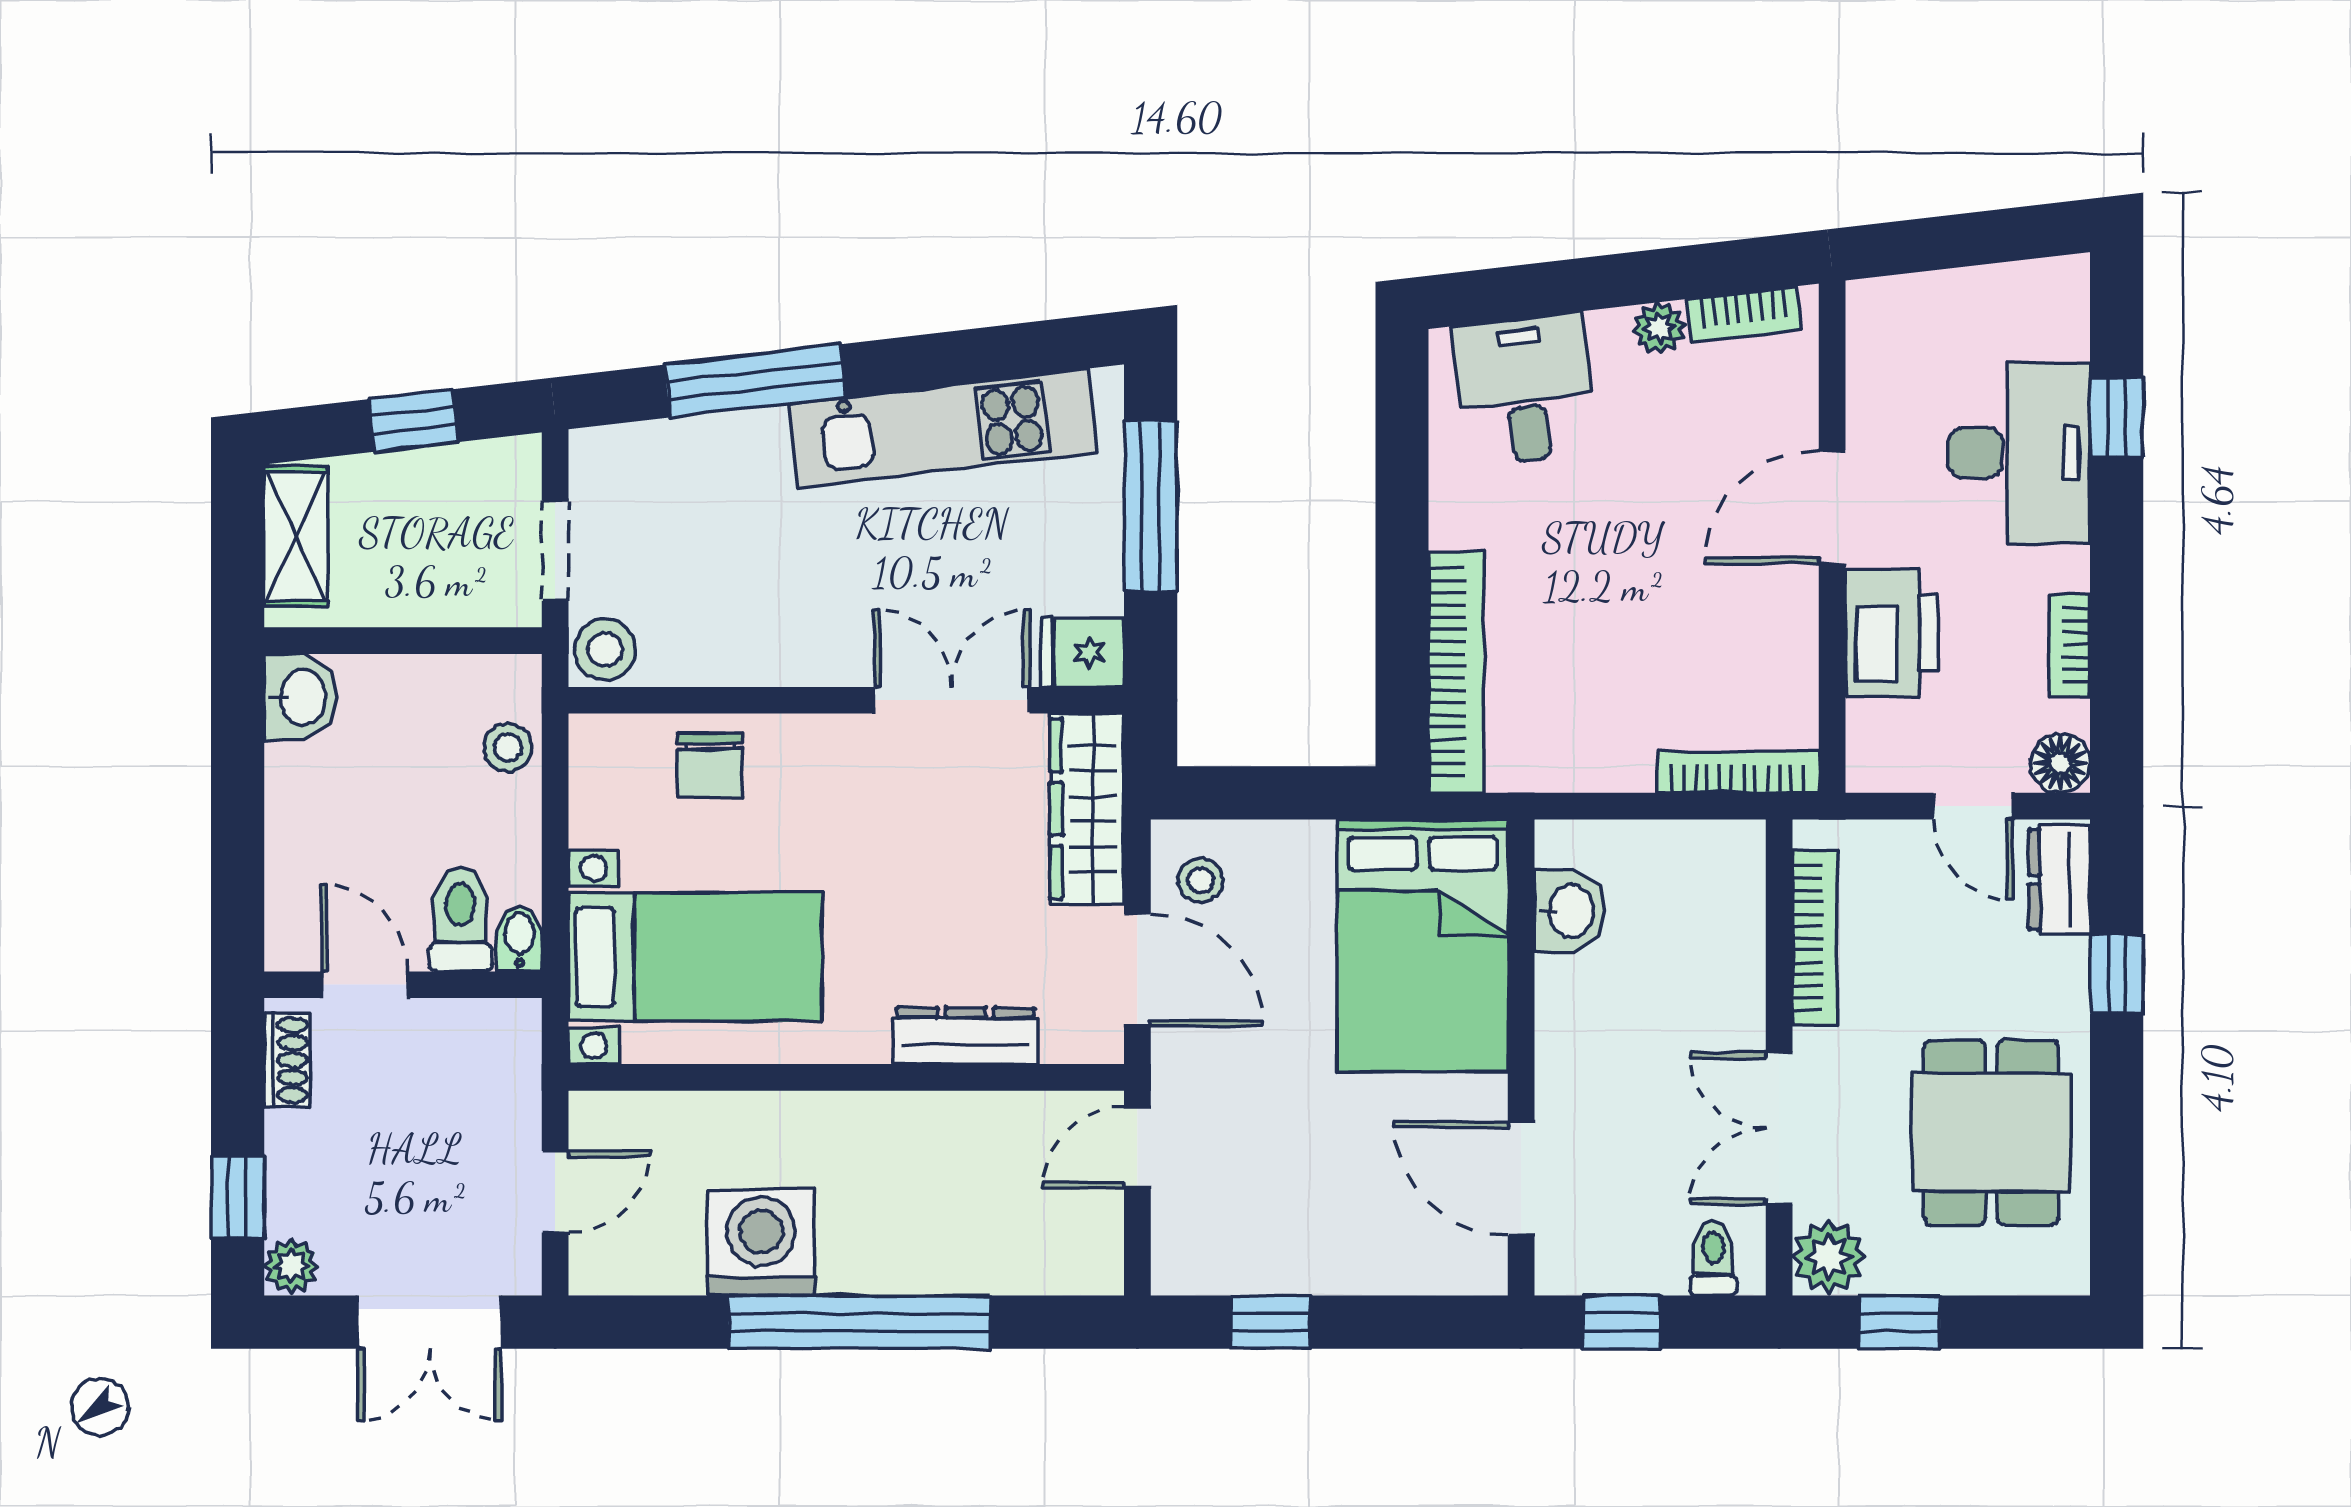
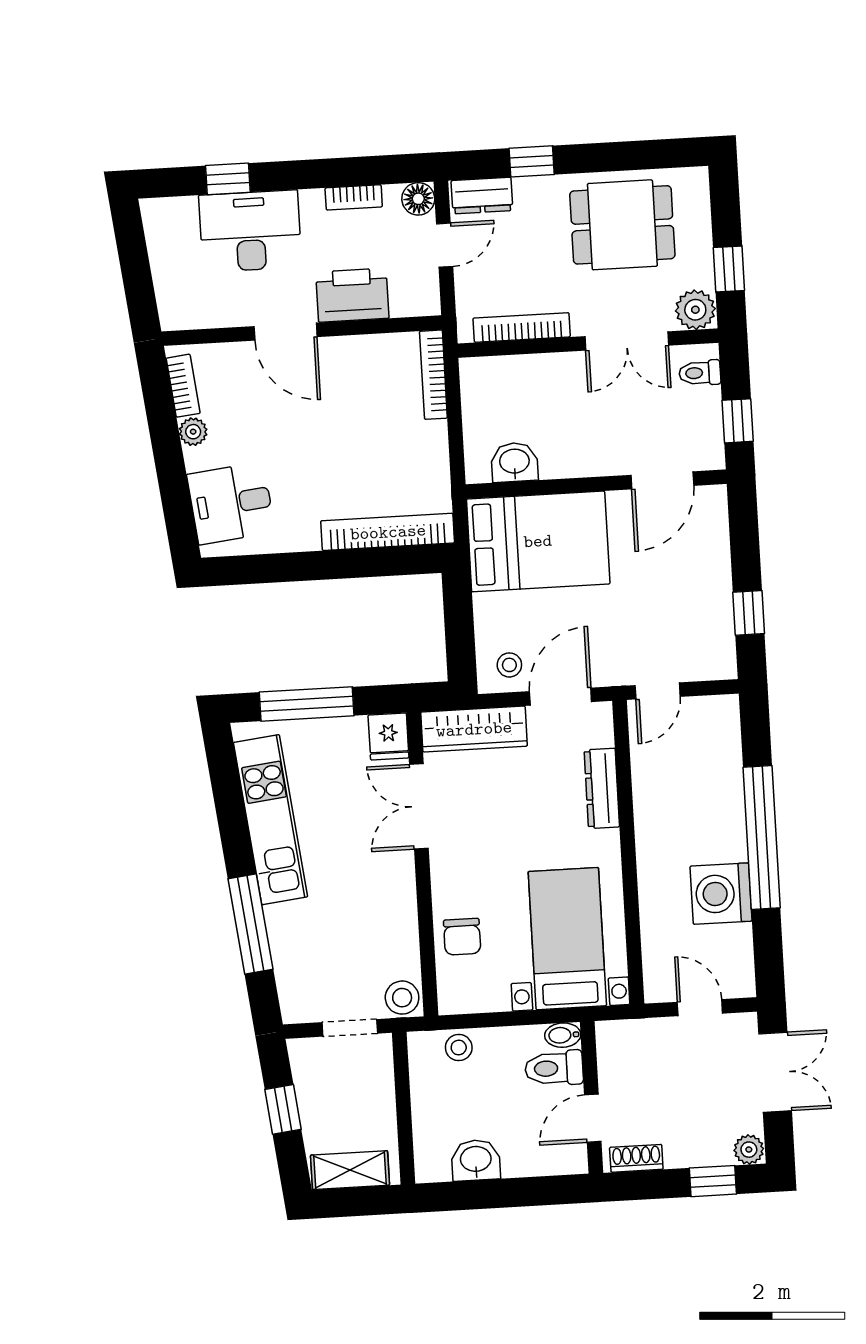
washbasin: (301, 697) -> (476, 1160), moved
chair: (710, 765) -> (462, 937), turned 90
door: (1137, 1148) -> (658, 691), hinge flipped

